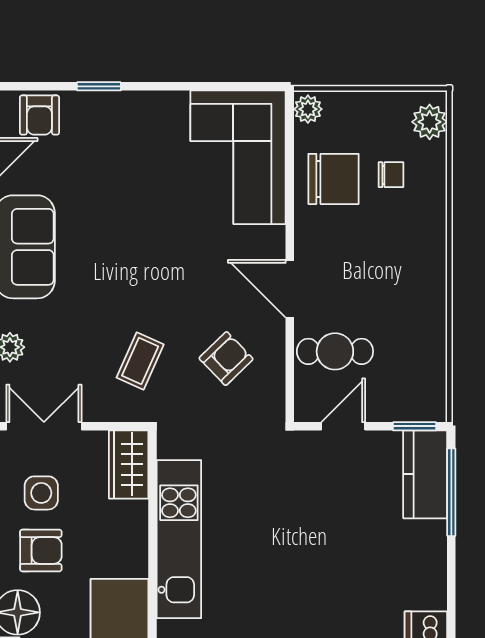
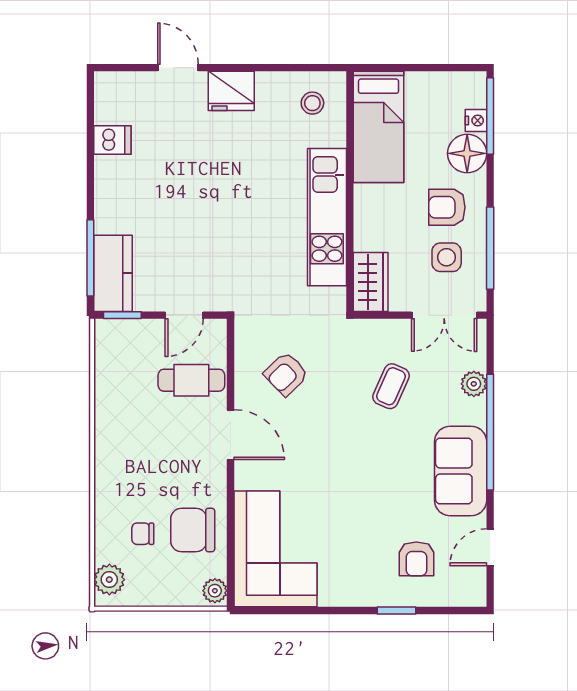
armchair: (39, 115) -> (416, 559), moved, turned 180
coffee table: (140, 361) -> (391, 386), moved

